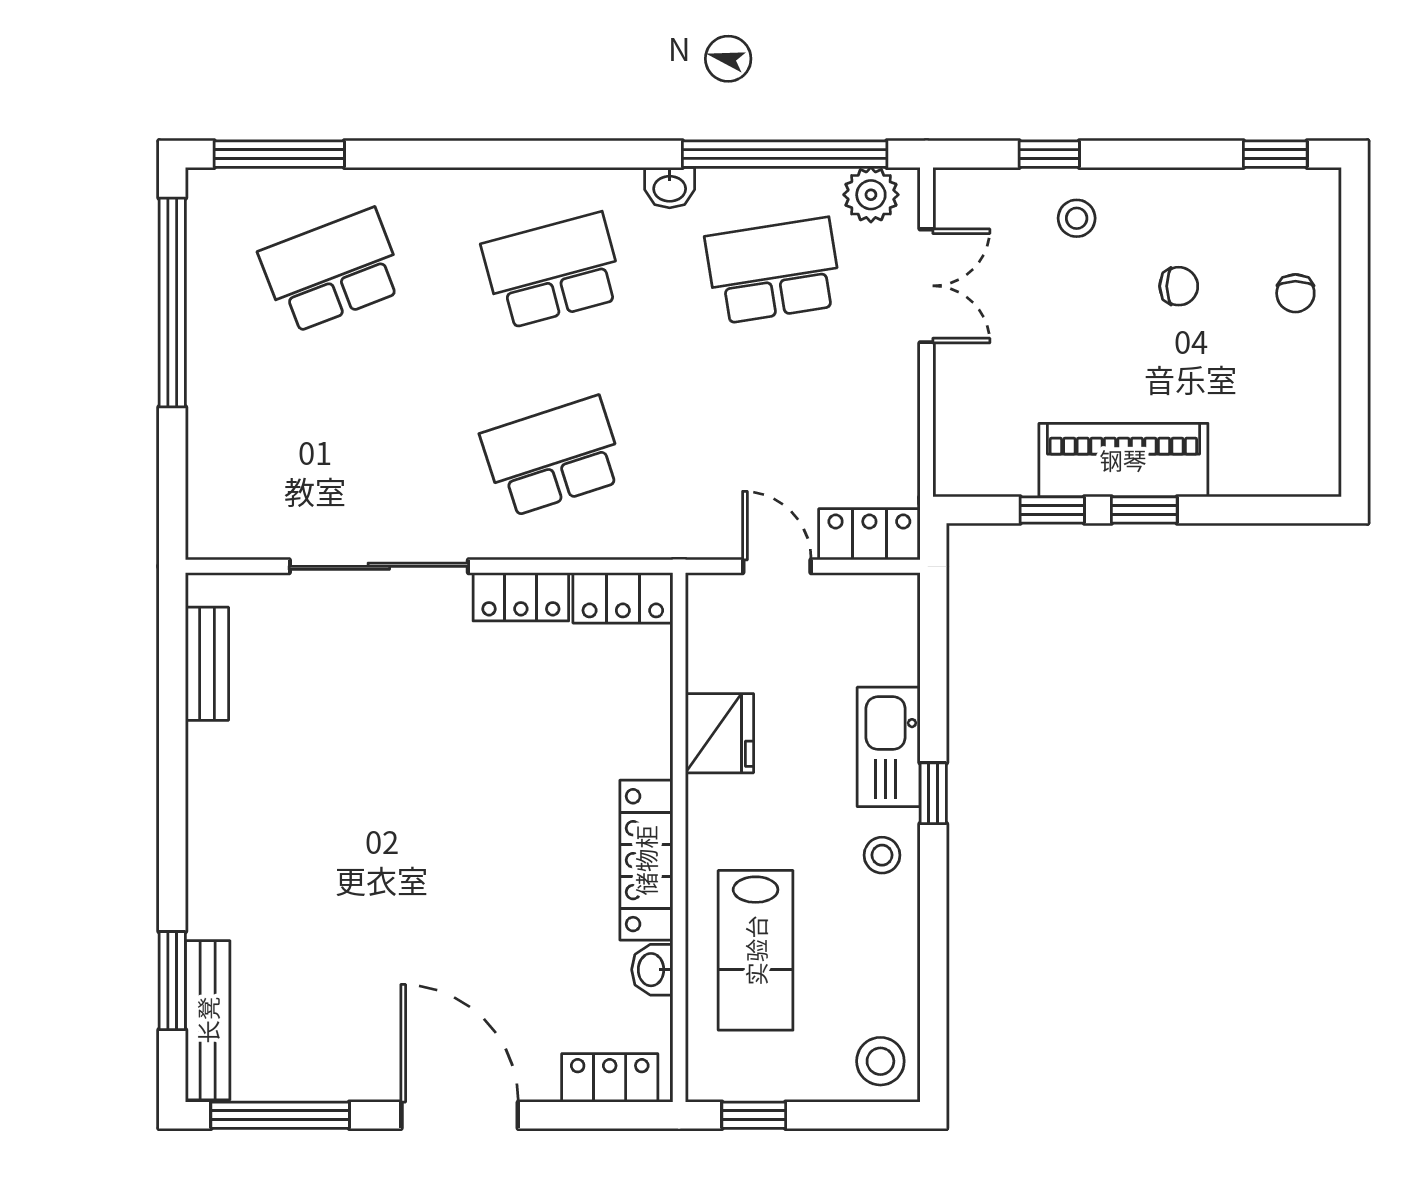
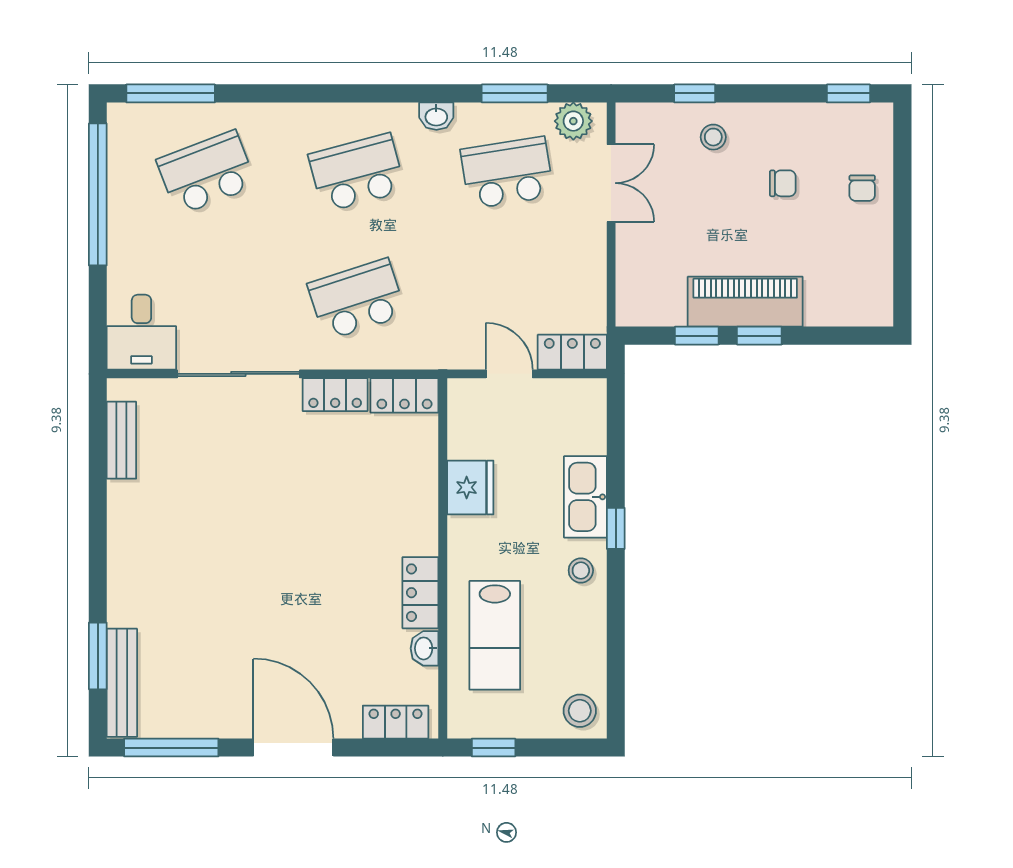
window: (785, 154) -> (515, 93), width x0.47
desk: (236, 505) -> (141, 332), added
locker: (646, 860) -> (420, 593), width x0.66

